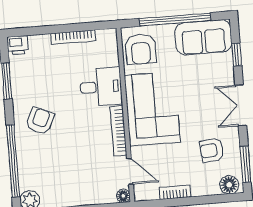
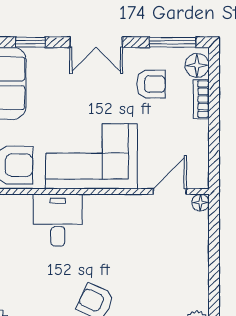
bookcase: (118, 131) -> (116, 202), removed
armchair: (212, 150) -> (151, 84), turned -84
bookcase: (175, 192) -> (201, 99), moved

